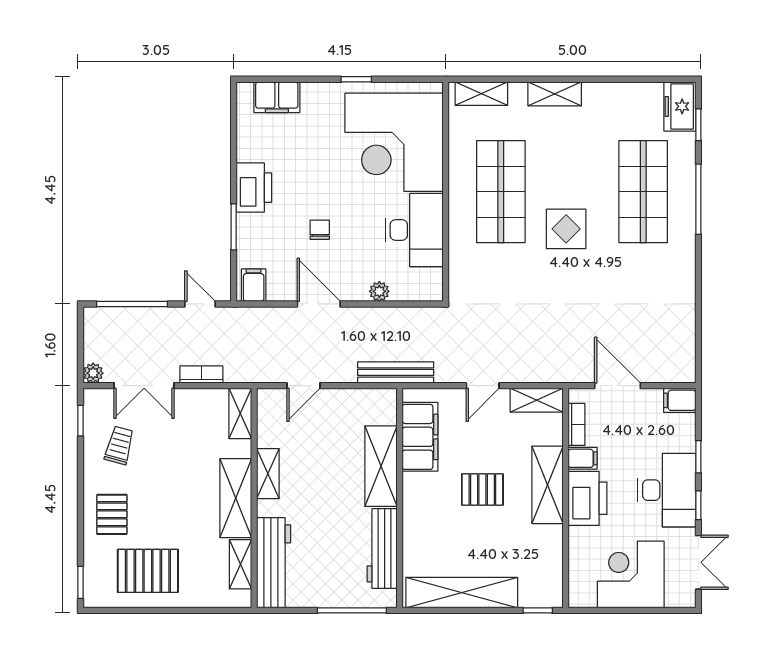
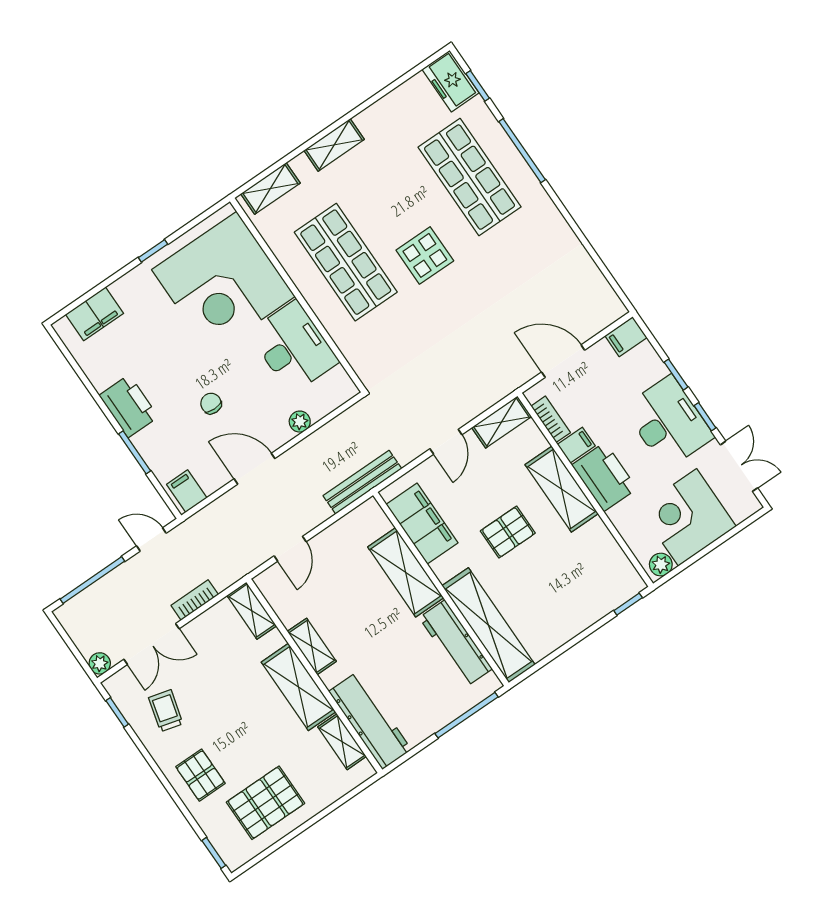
shelving: (462, 593) -> (489, 625), moved, turned 90
plant: (585, 597) -> (661, 565), added

